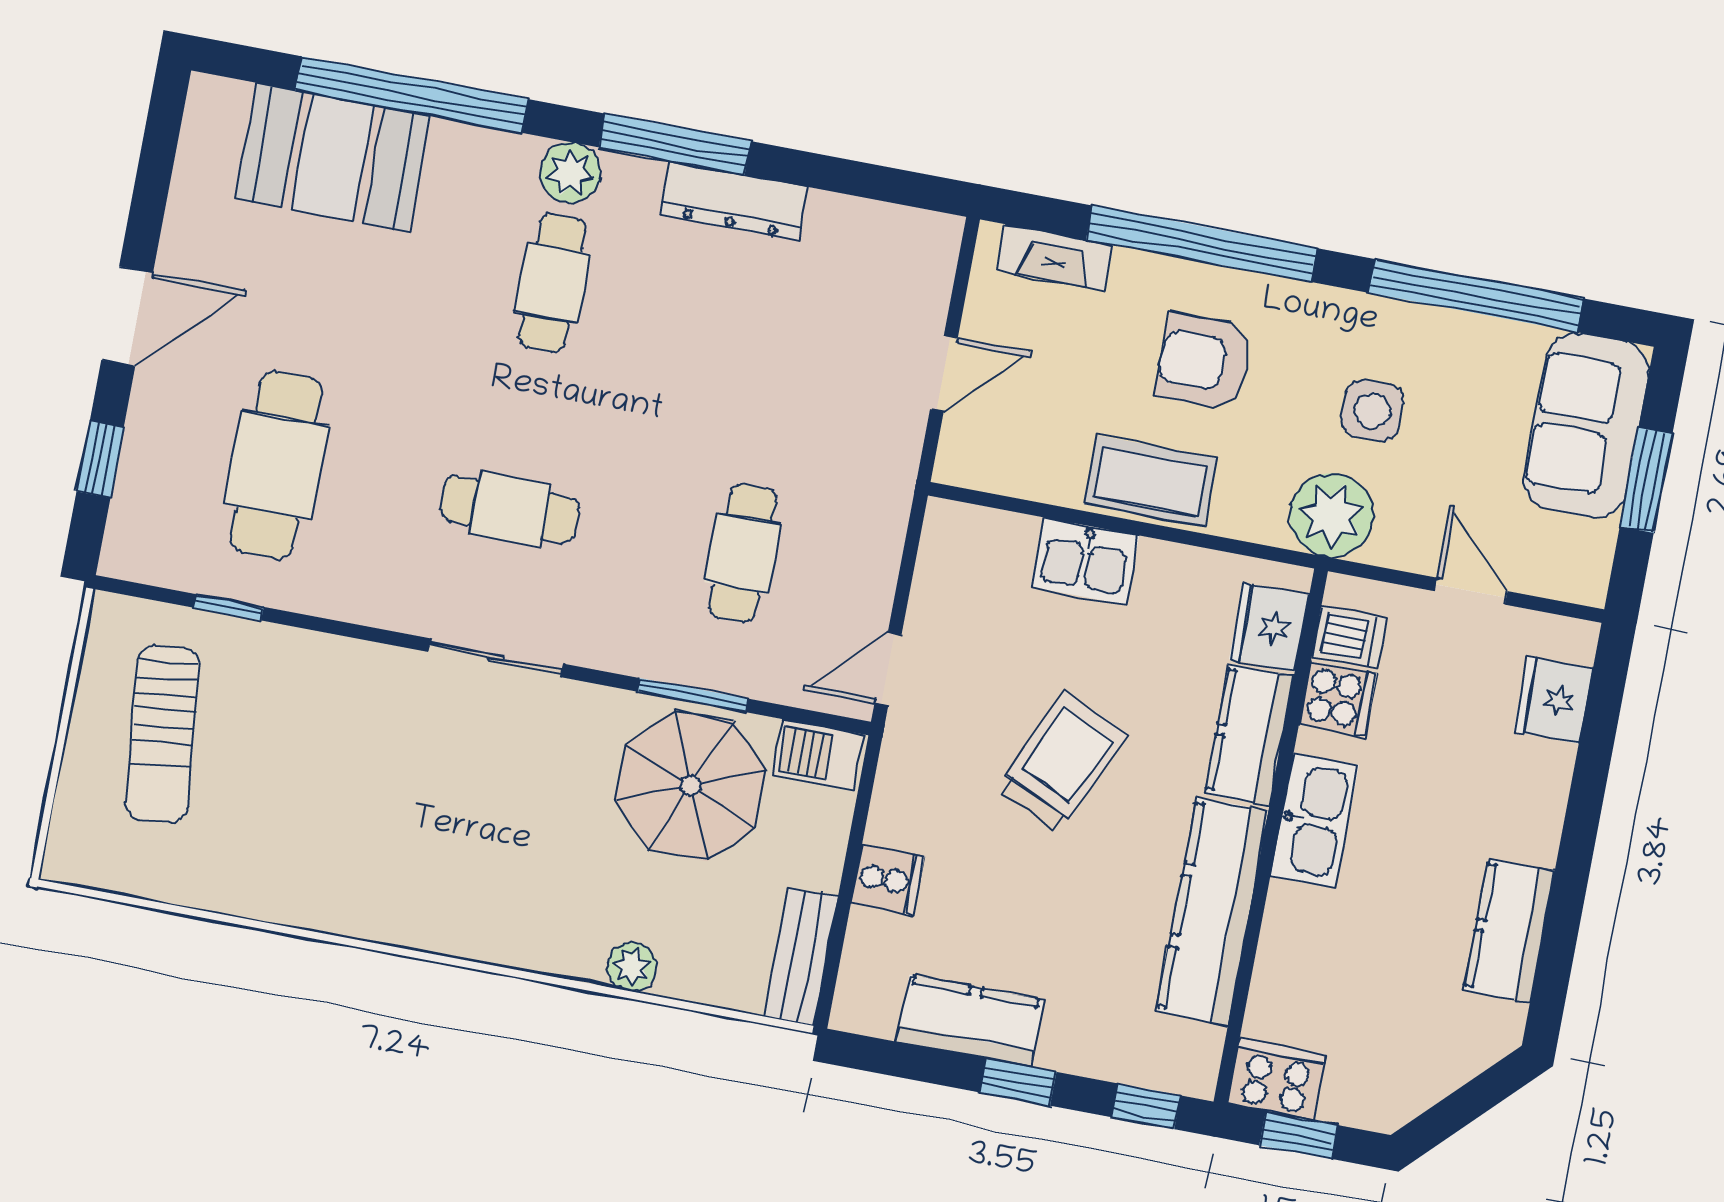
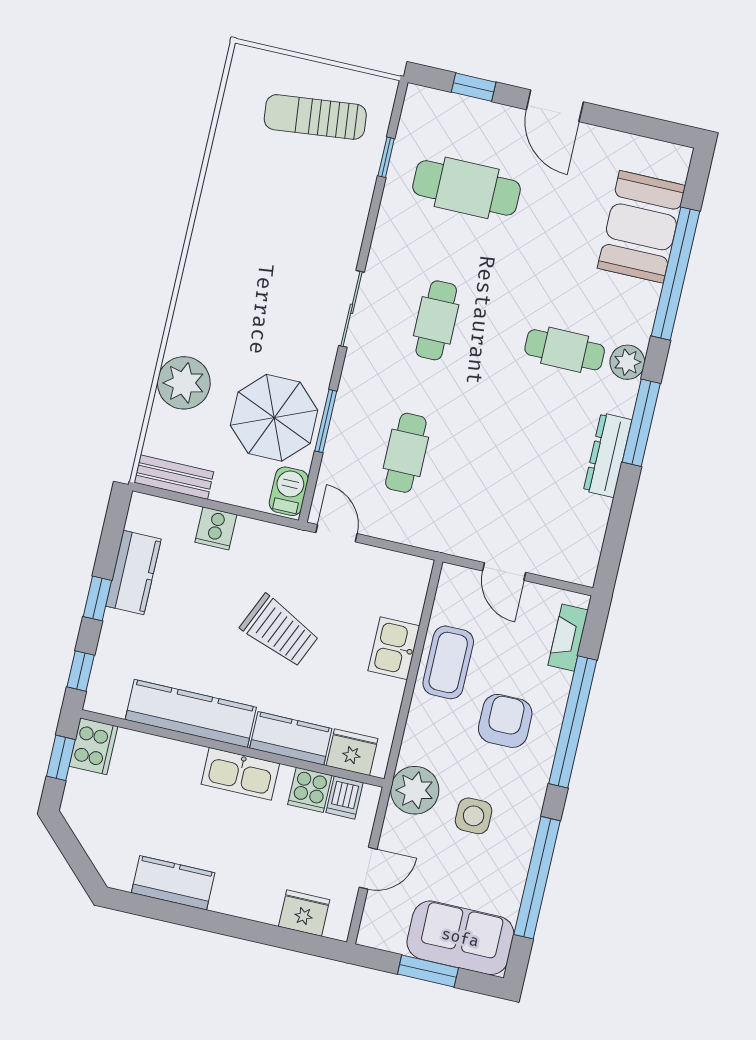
coffee table: (1150, 481) -> (448, 662), moved
cafe table: (743, 553) -> (406, 453), turned 90
plant: (632, 967) -> (184, 383), width x1.87, depth x1.87

